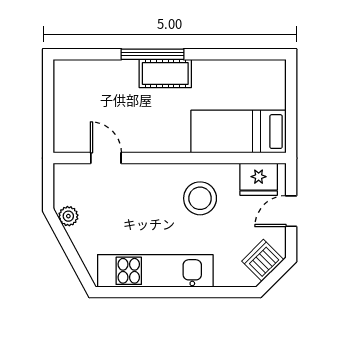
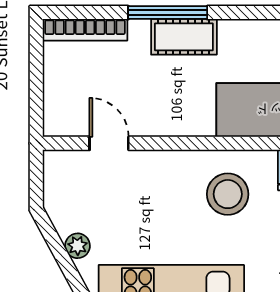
bookcase: (87, 68) -> (85, 30), added
plant: (68, 216) -> (78, 246), moved

